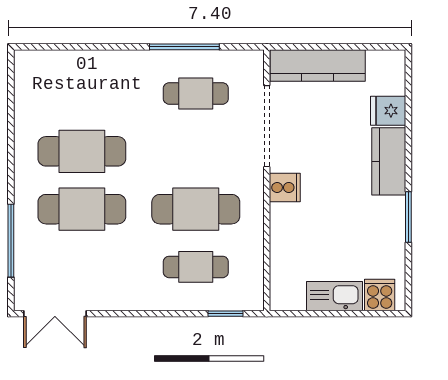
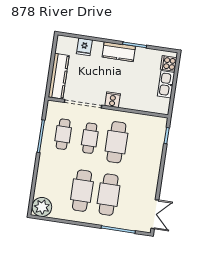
plant: (34, 71) -> (42, 207), added
kitchen counter: (389, 161) -> (119, 52), moved
cafe table: (196, 267) -> (90, 138), moved

